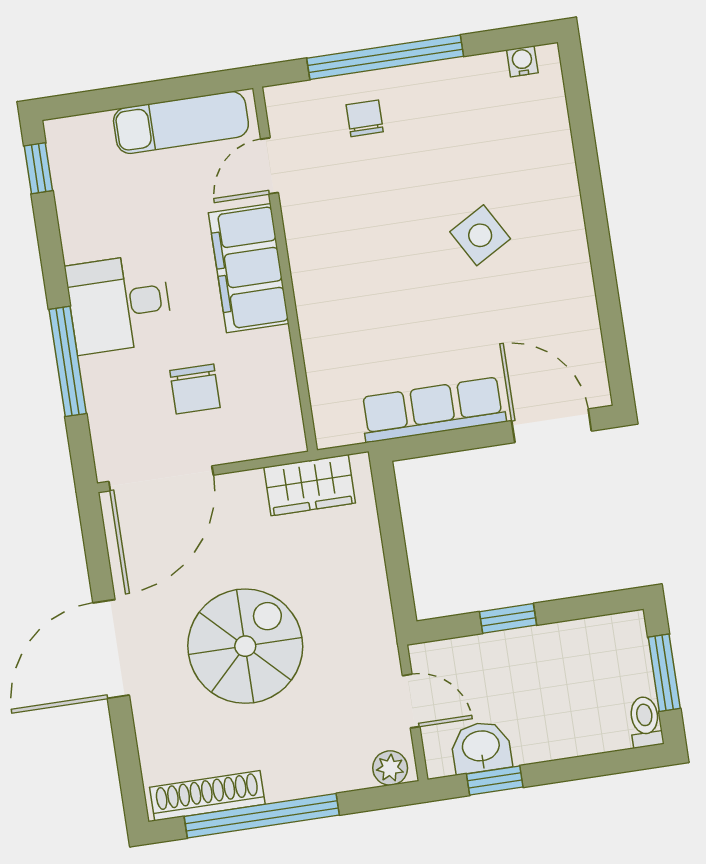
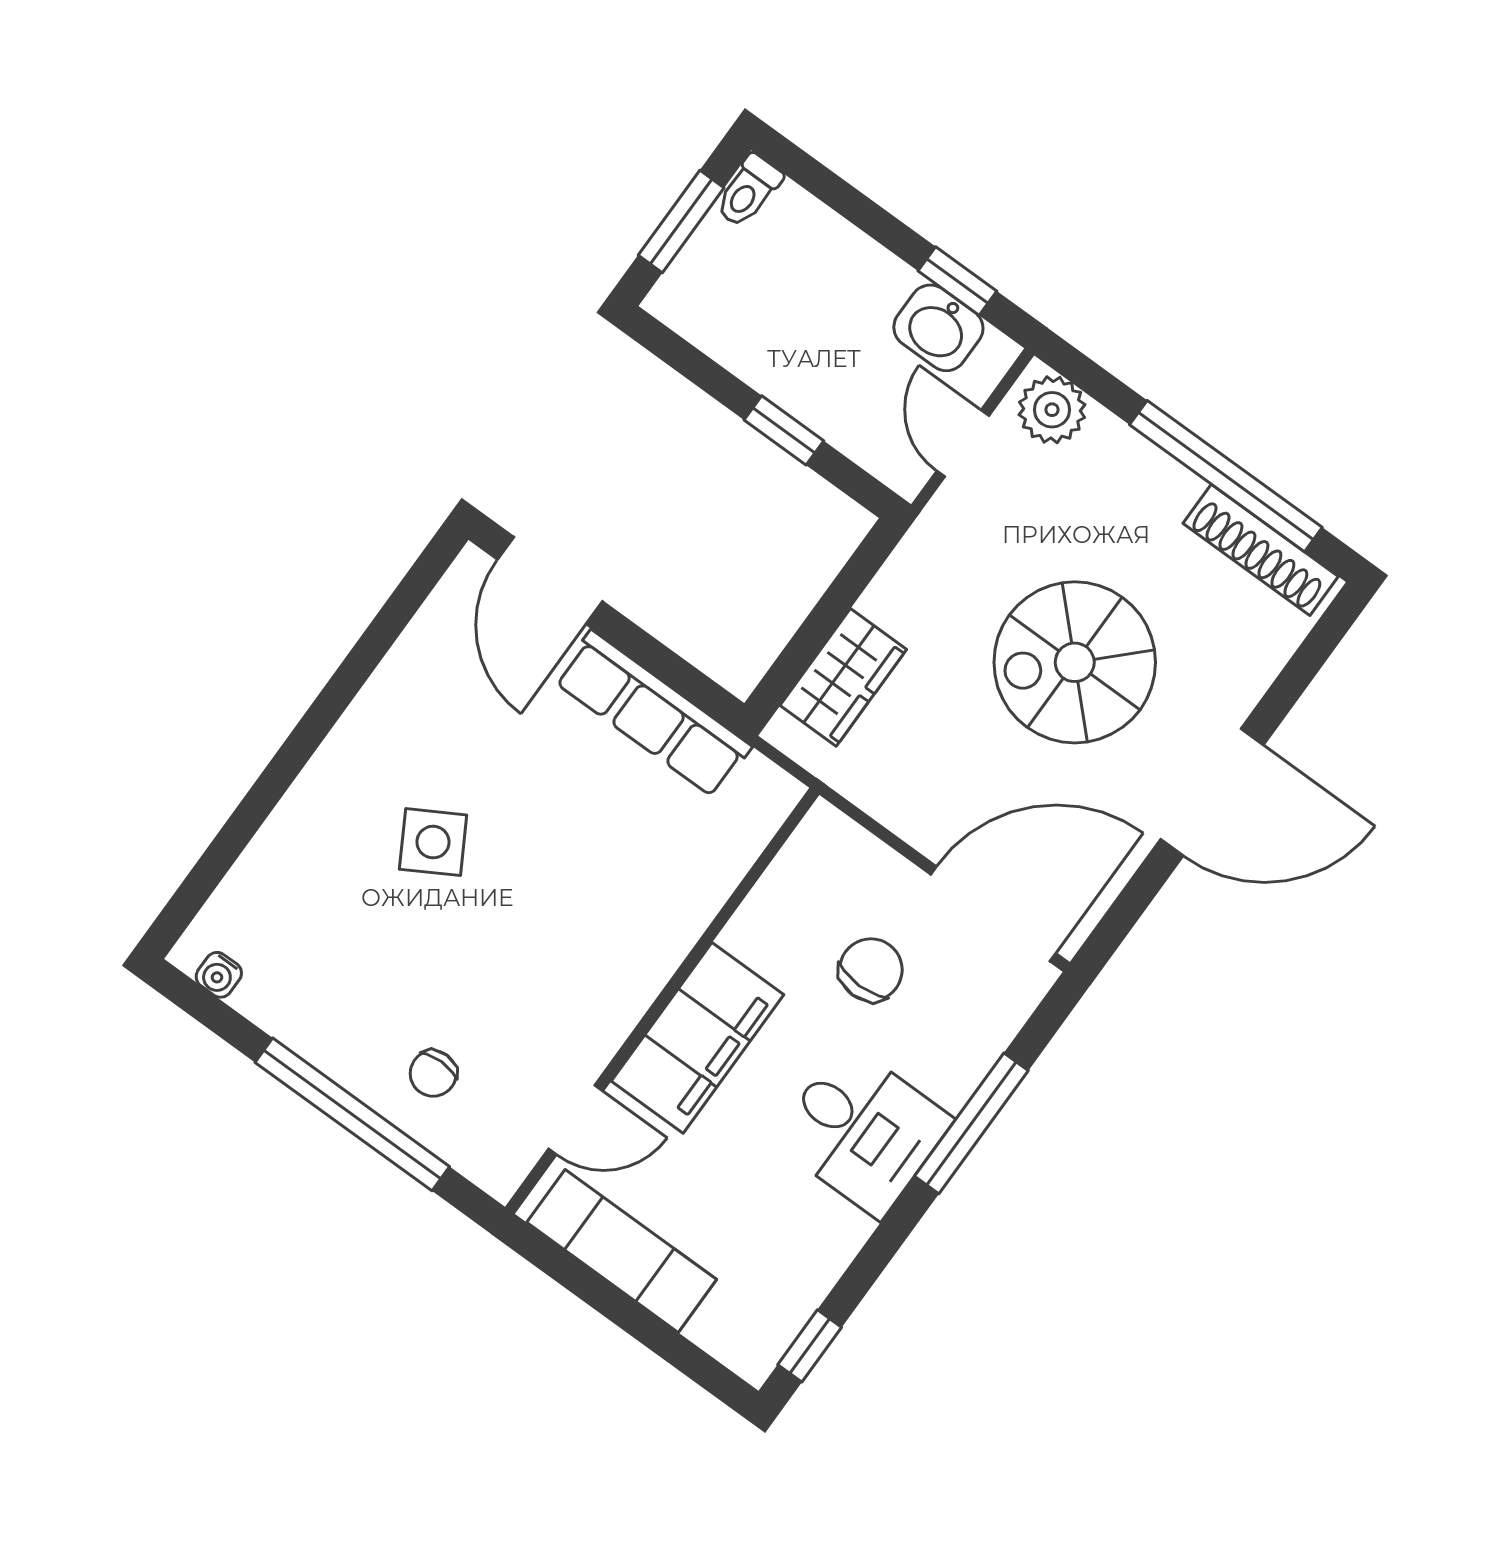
wardrobe: (310, 485) -> (843, 677), moved, turned 90
plant: (390, 768) -> (1052, 410), width x1.38, depth x1.38

